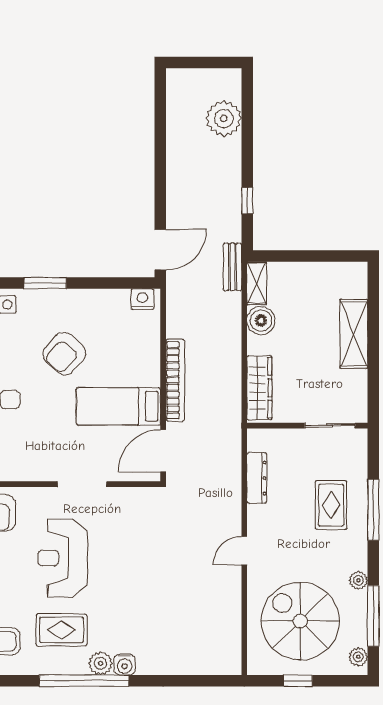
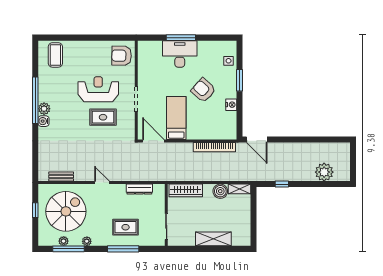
bench: (232, 267) -> (61, 177), moved
nightstand: (142, 299) -> (231, 105), moved
bookcase: (175, 380) -> (214, 147), moved
rug: (61, 630) -> (103, 117), moved, turned 90
plant: (358, 657) -> (64, 241), moved

